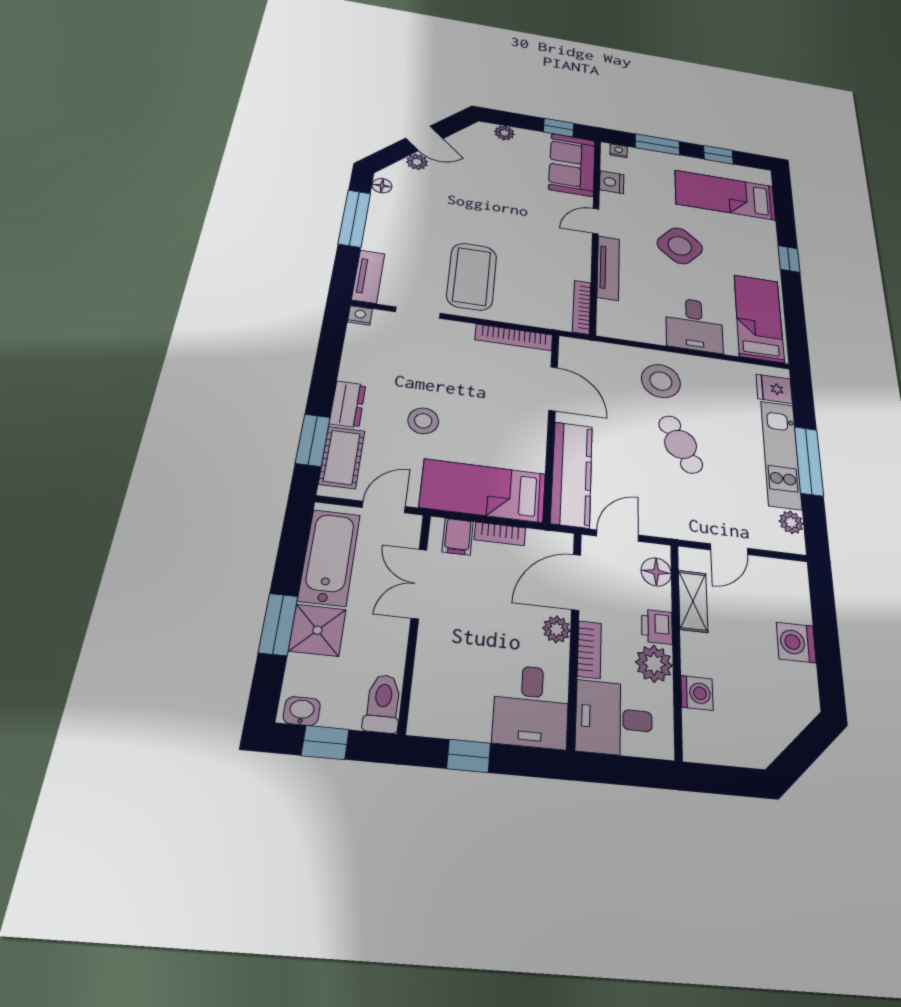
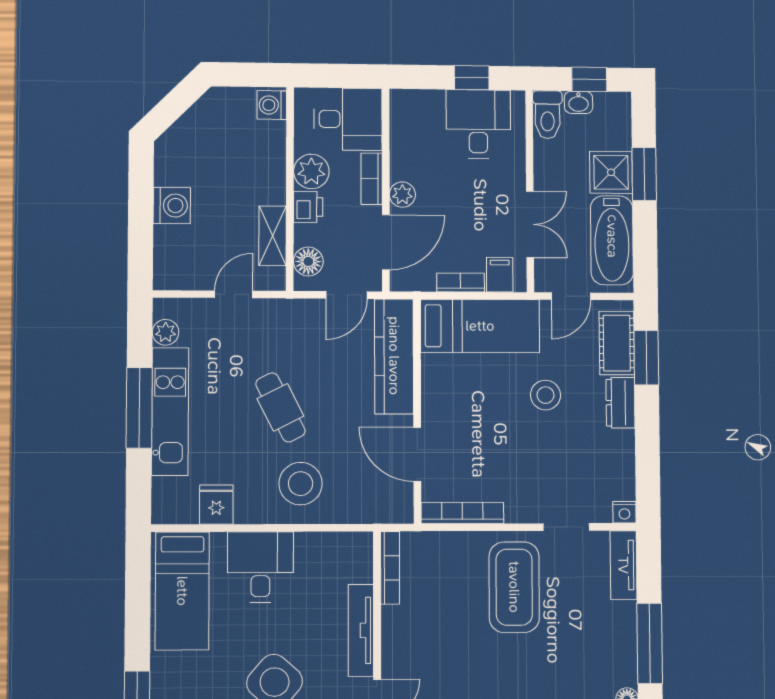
fridge: (774, 389) -> (216, 505), moved, turned -90
washing machine: (697, 693) -> (272, 105), moved
desk: (531, 706) -> (478, 124), moved
washbasin: (302, 711) -> (578, 102), moved

